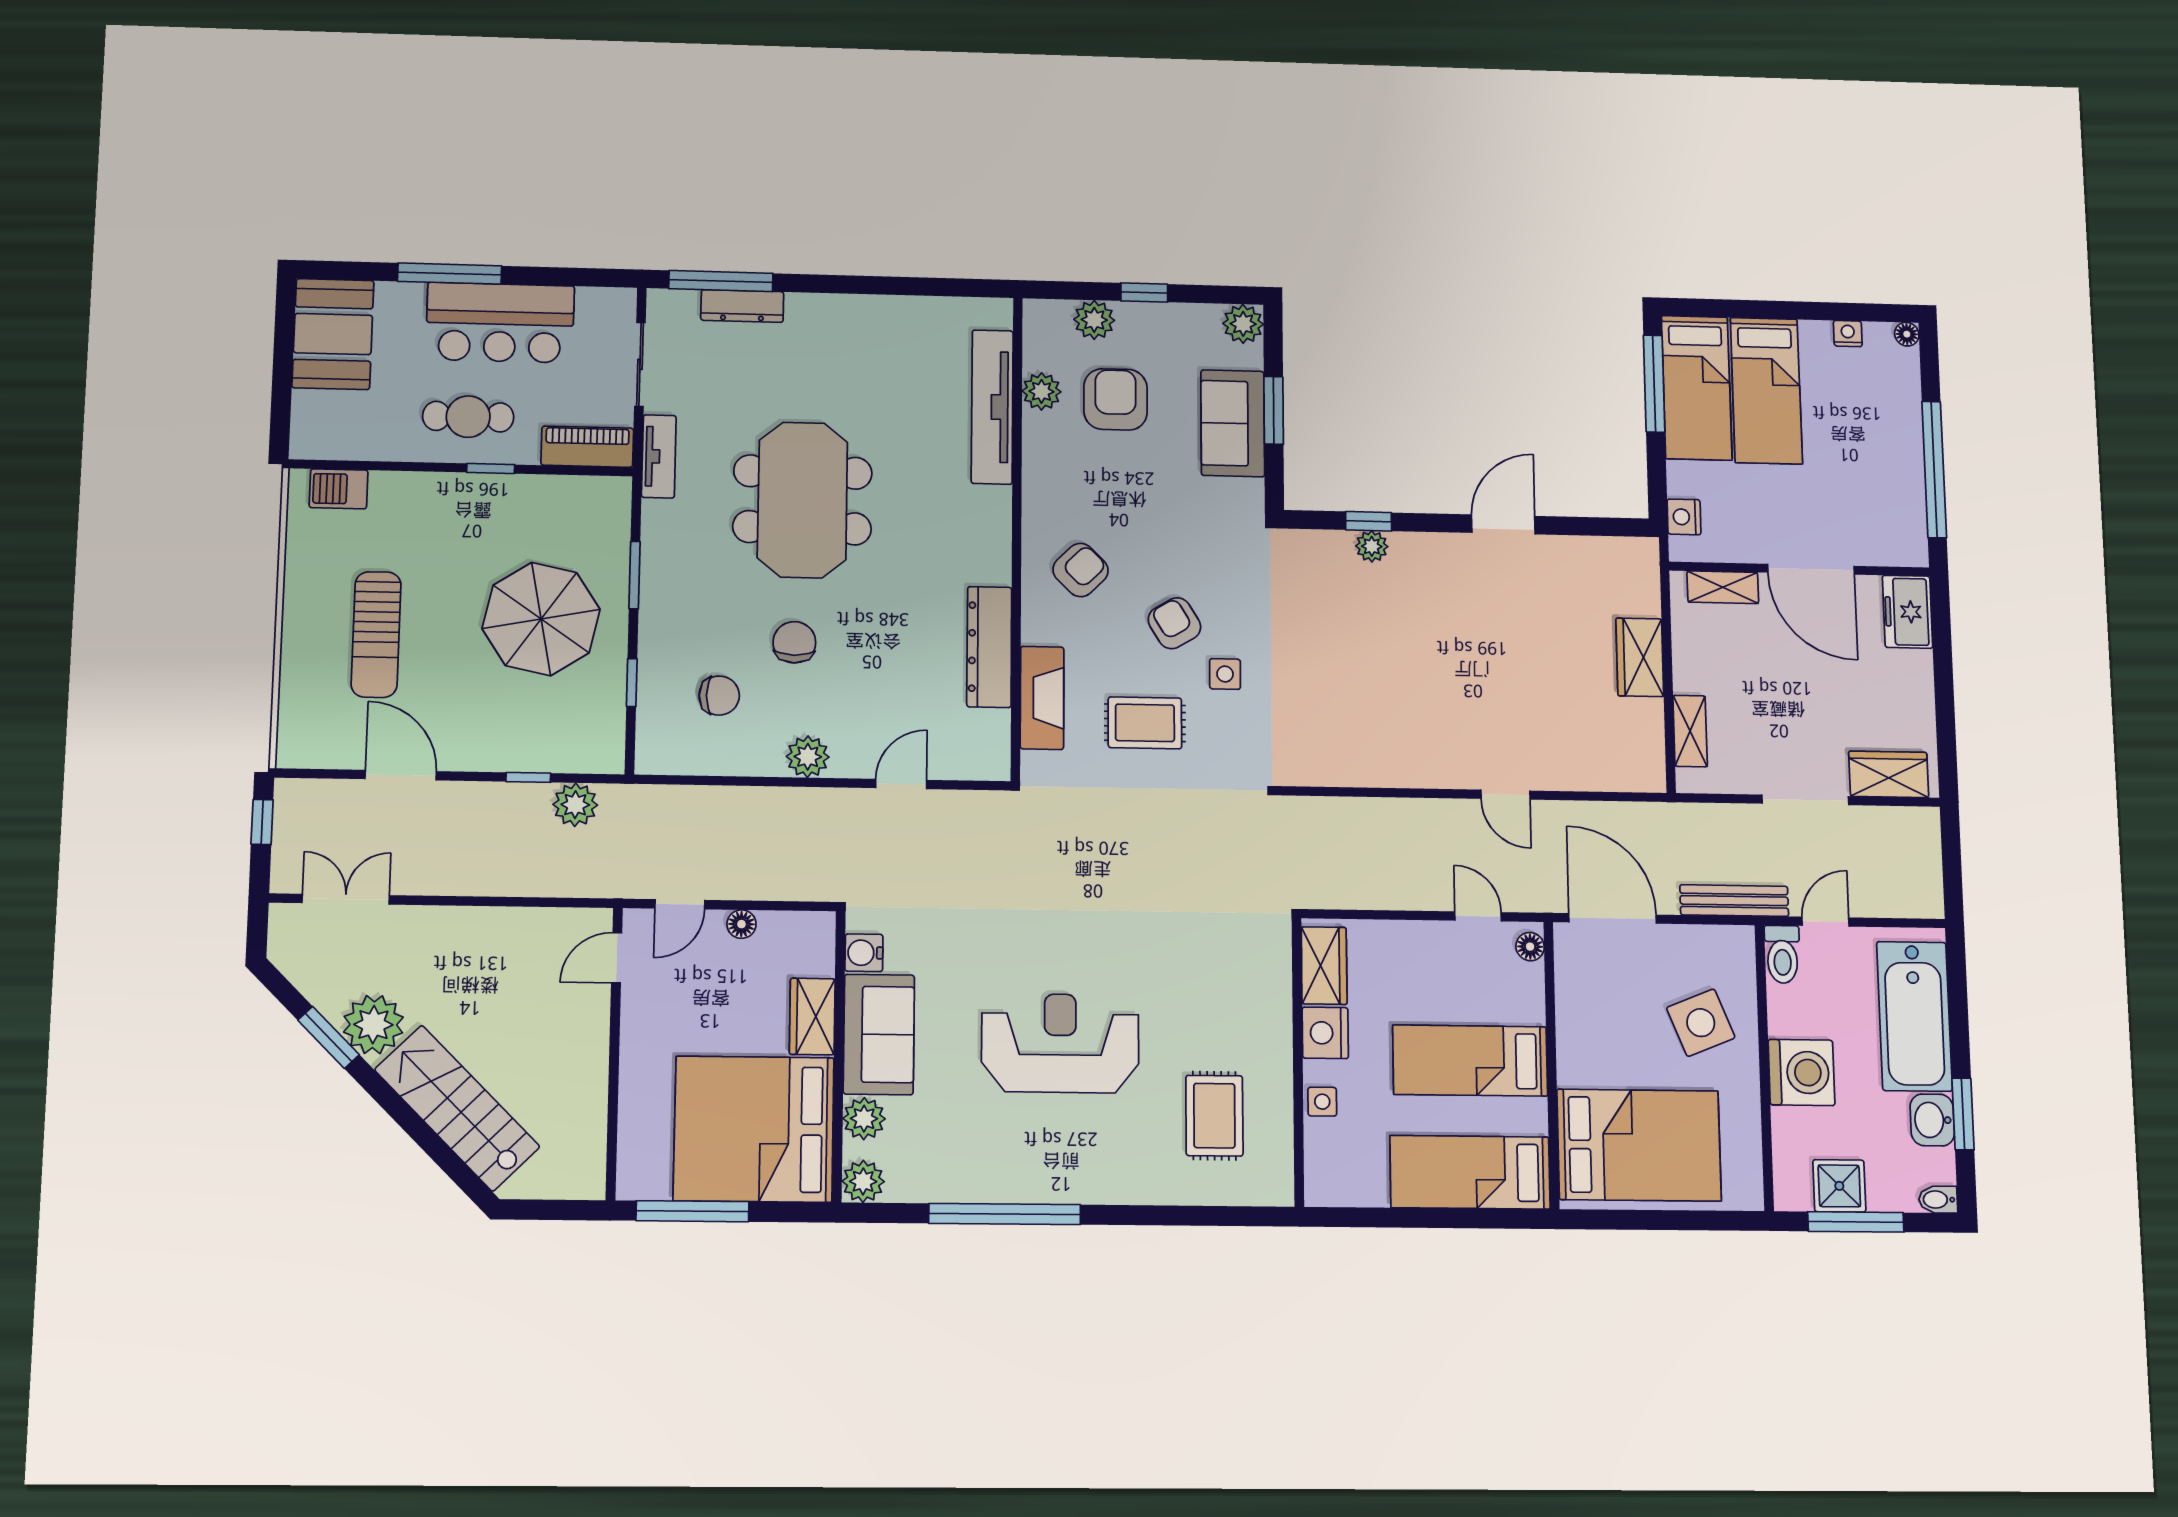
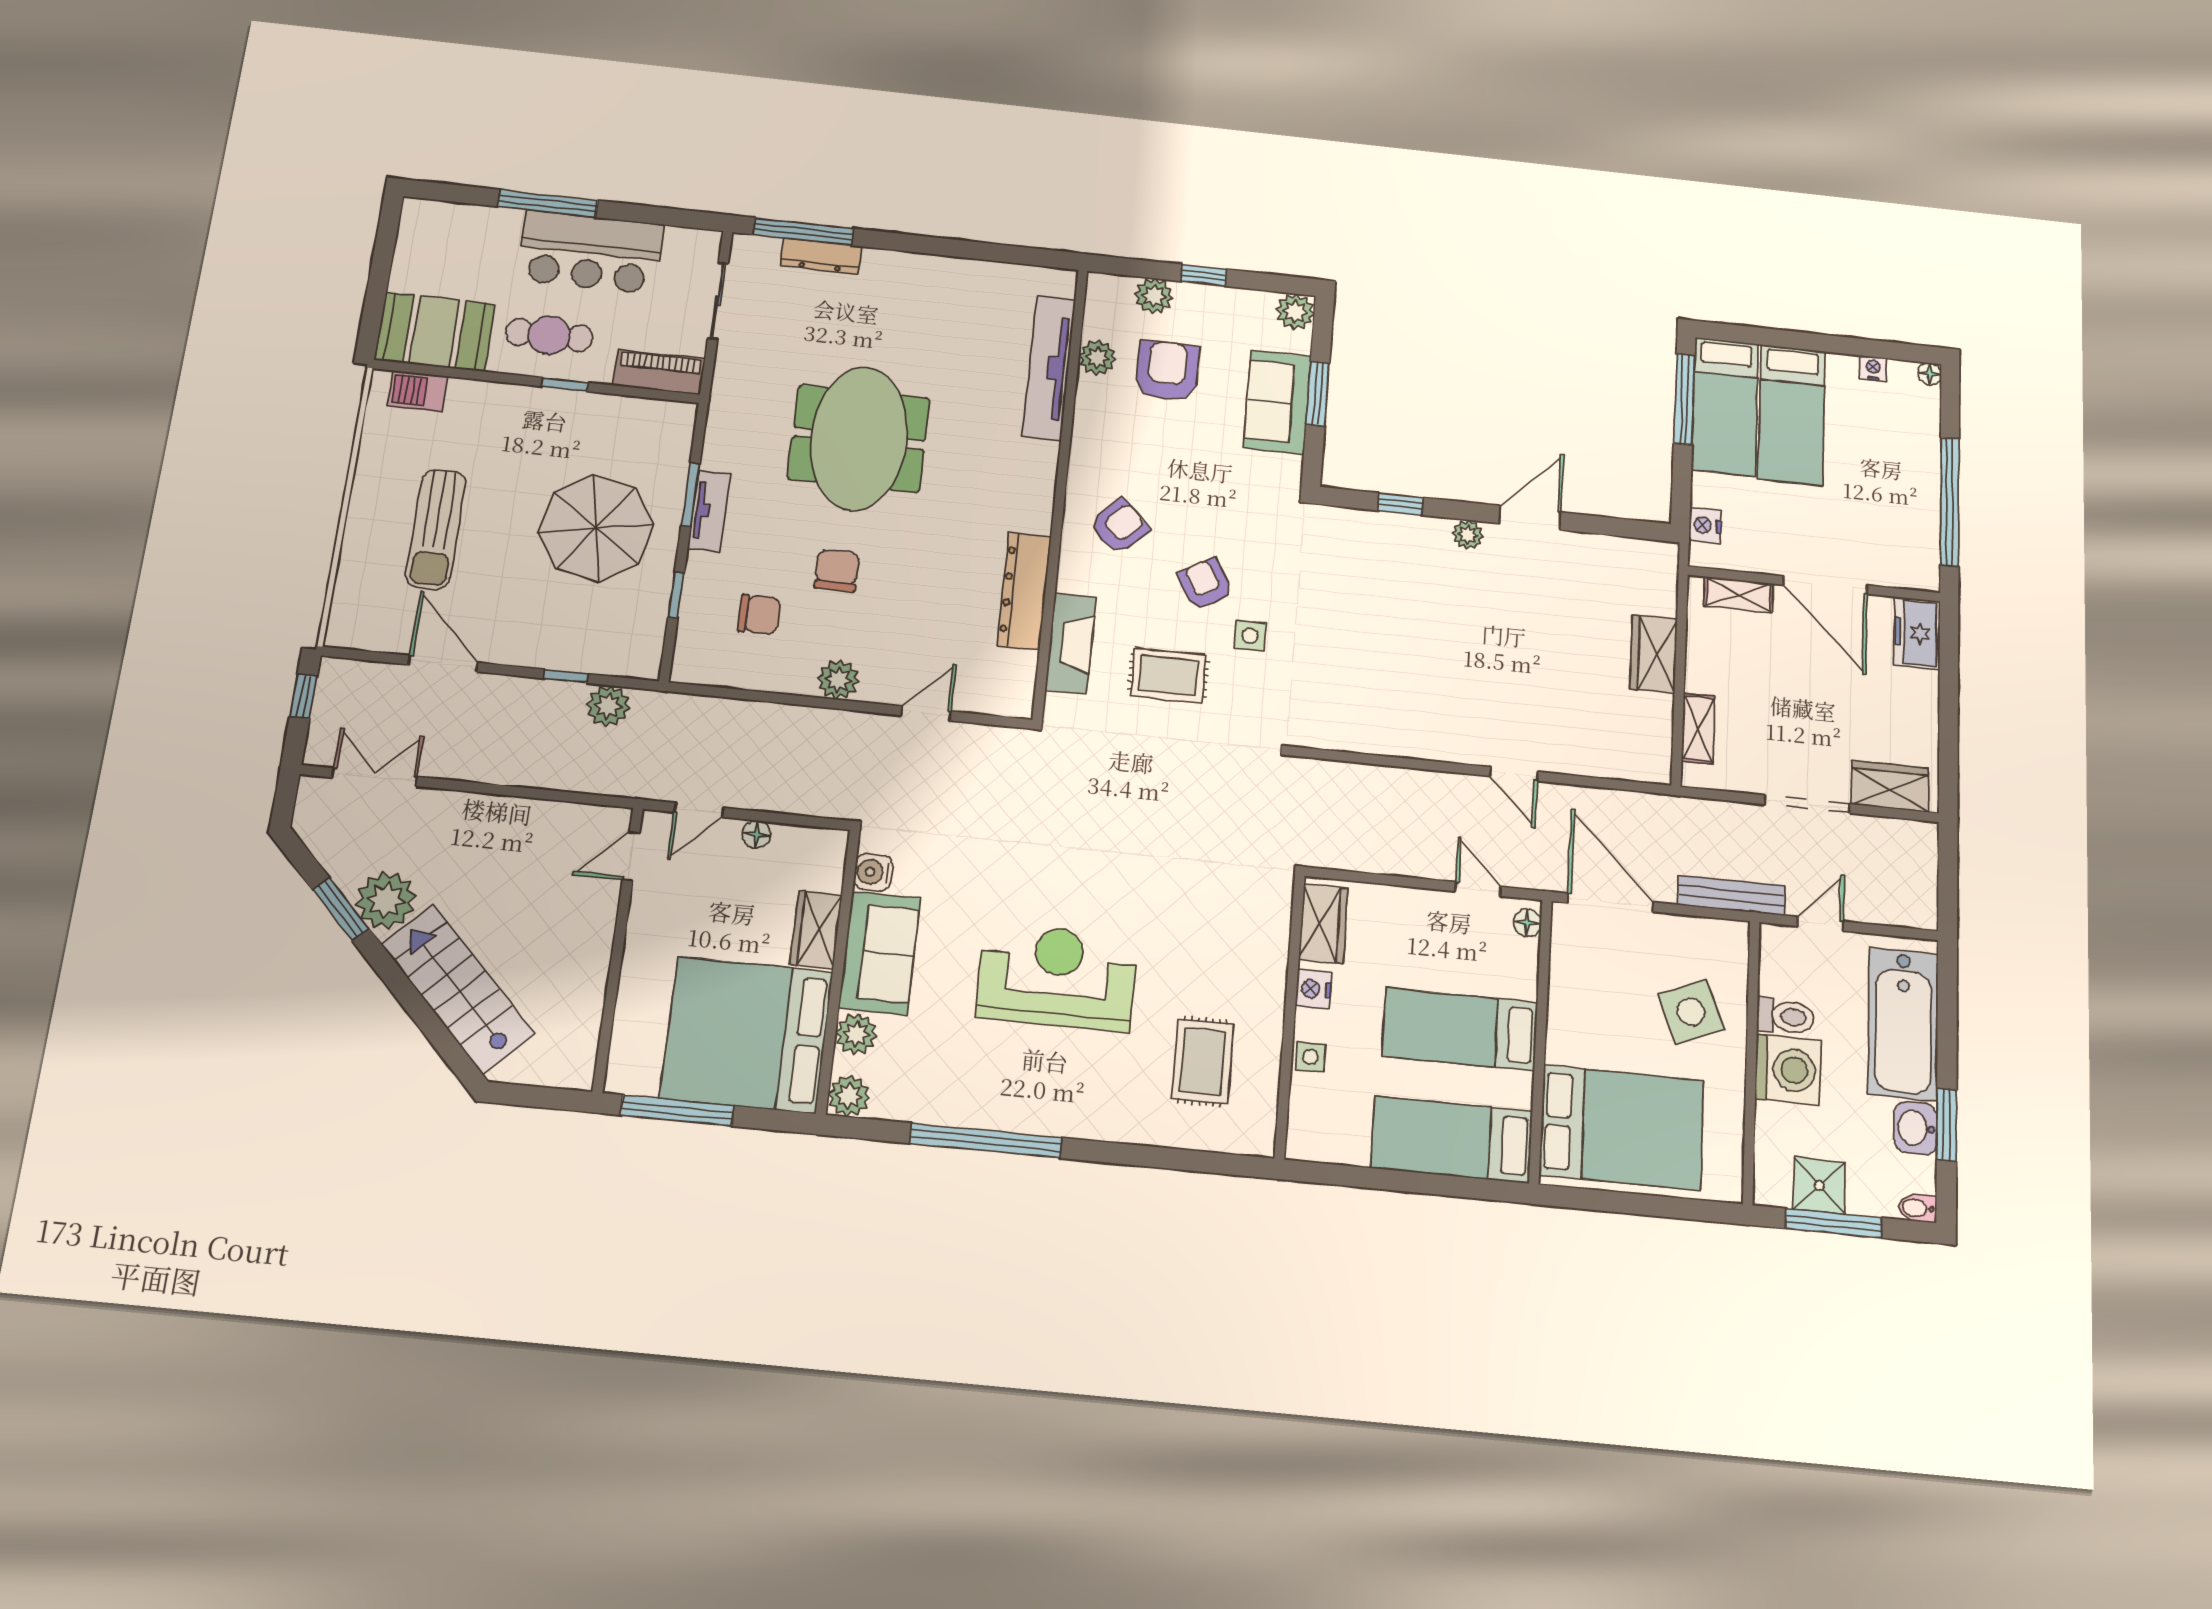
booth: (333, 334) -> (435, 332), moved, turned 90
tv unit: (659, 456) -> (709, 511), moved
plant: (1372, 546) -> (1468, 535), moved
toilet: (1782, 954) -> (1785, 1017), moved, turned -90
nightstand: (1325, 1033) -> (1313, 989), width x0.74, depth x0.75

